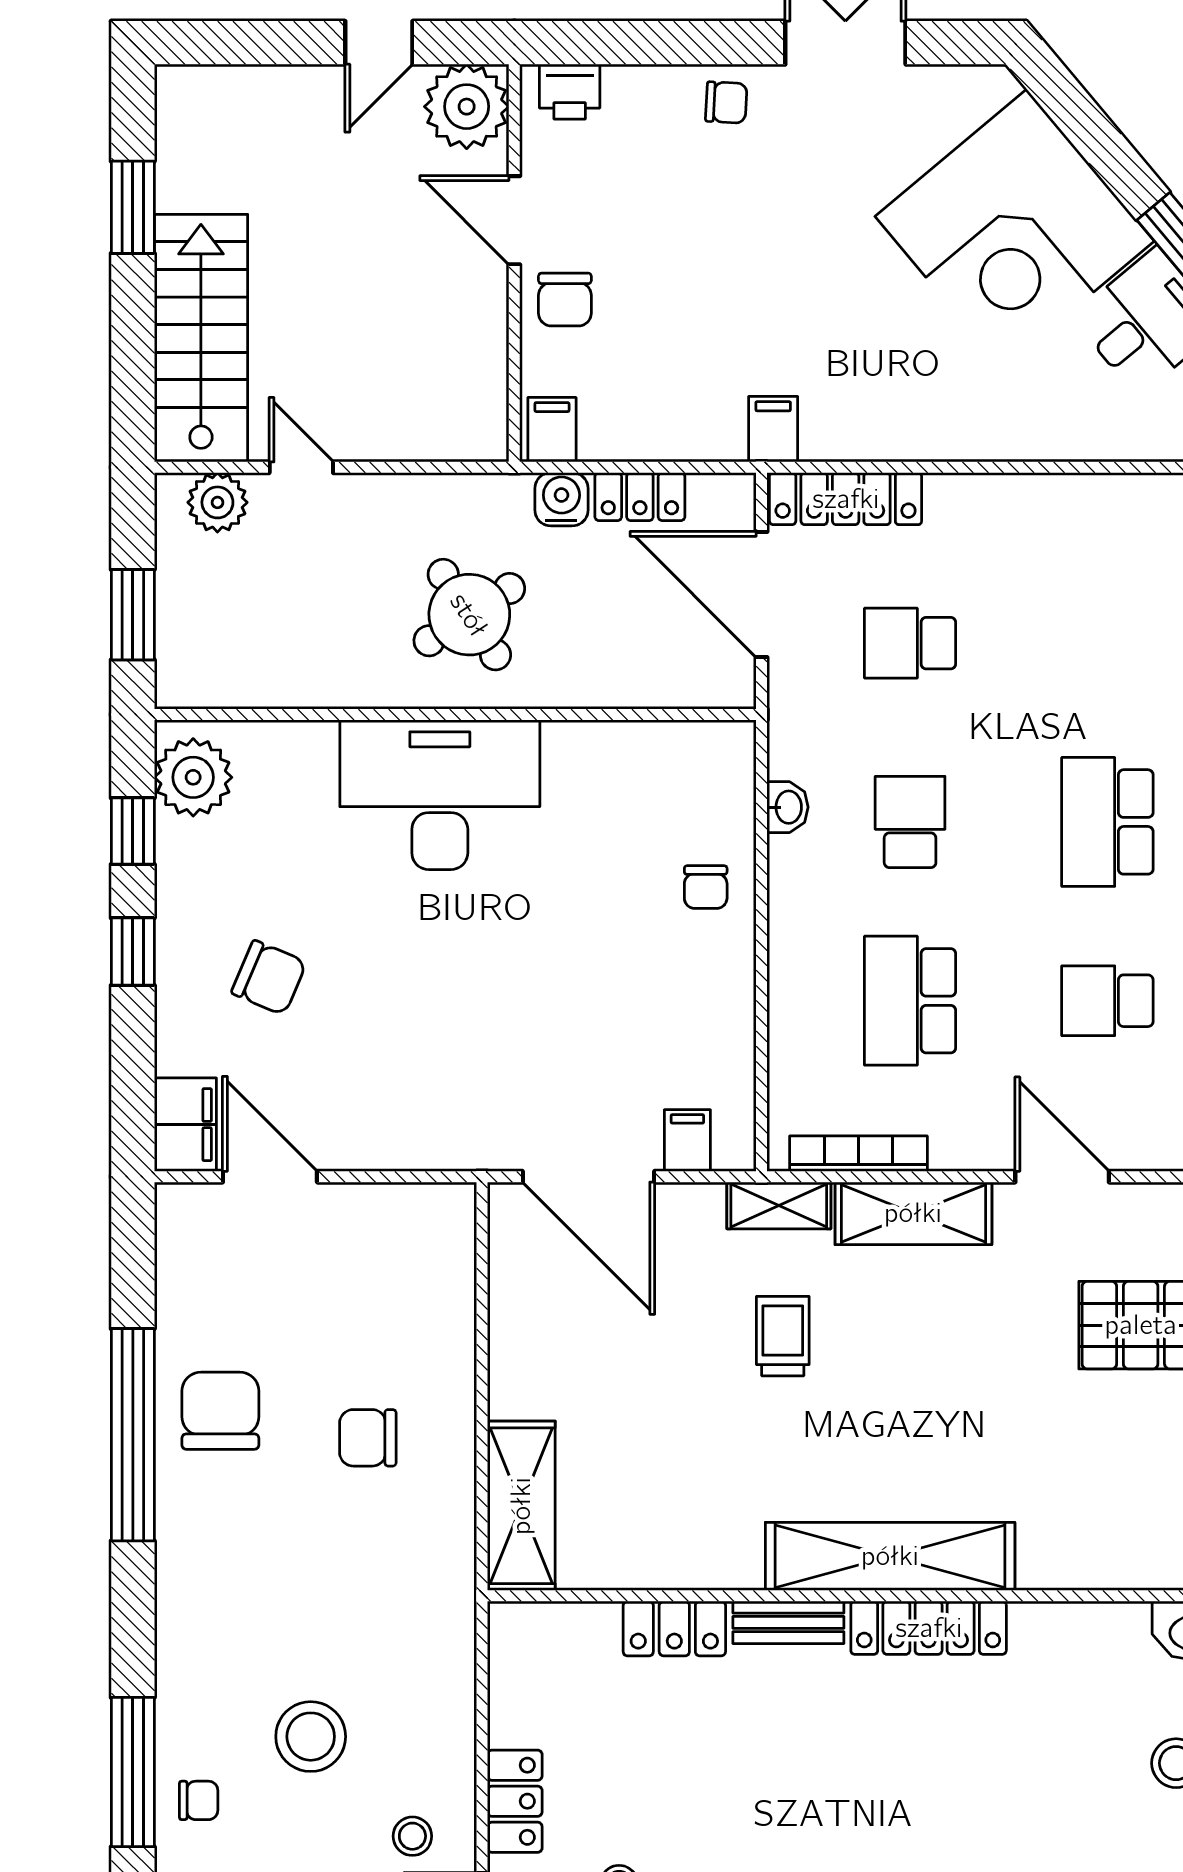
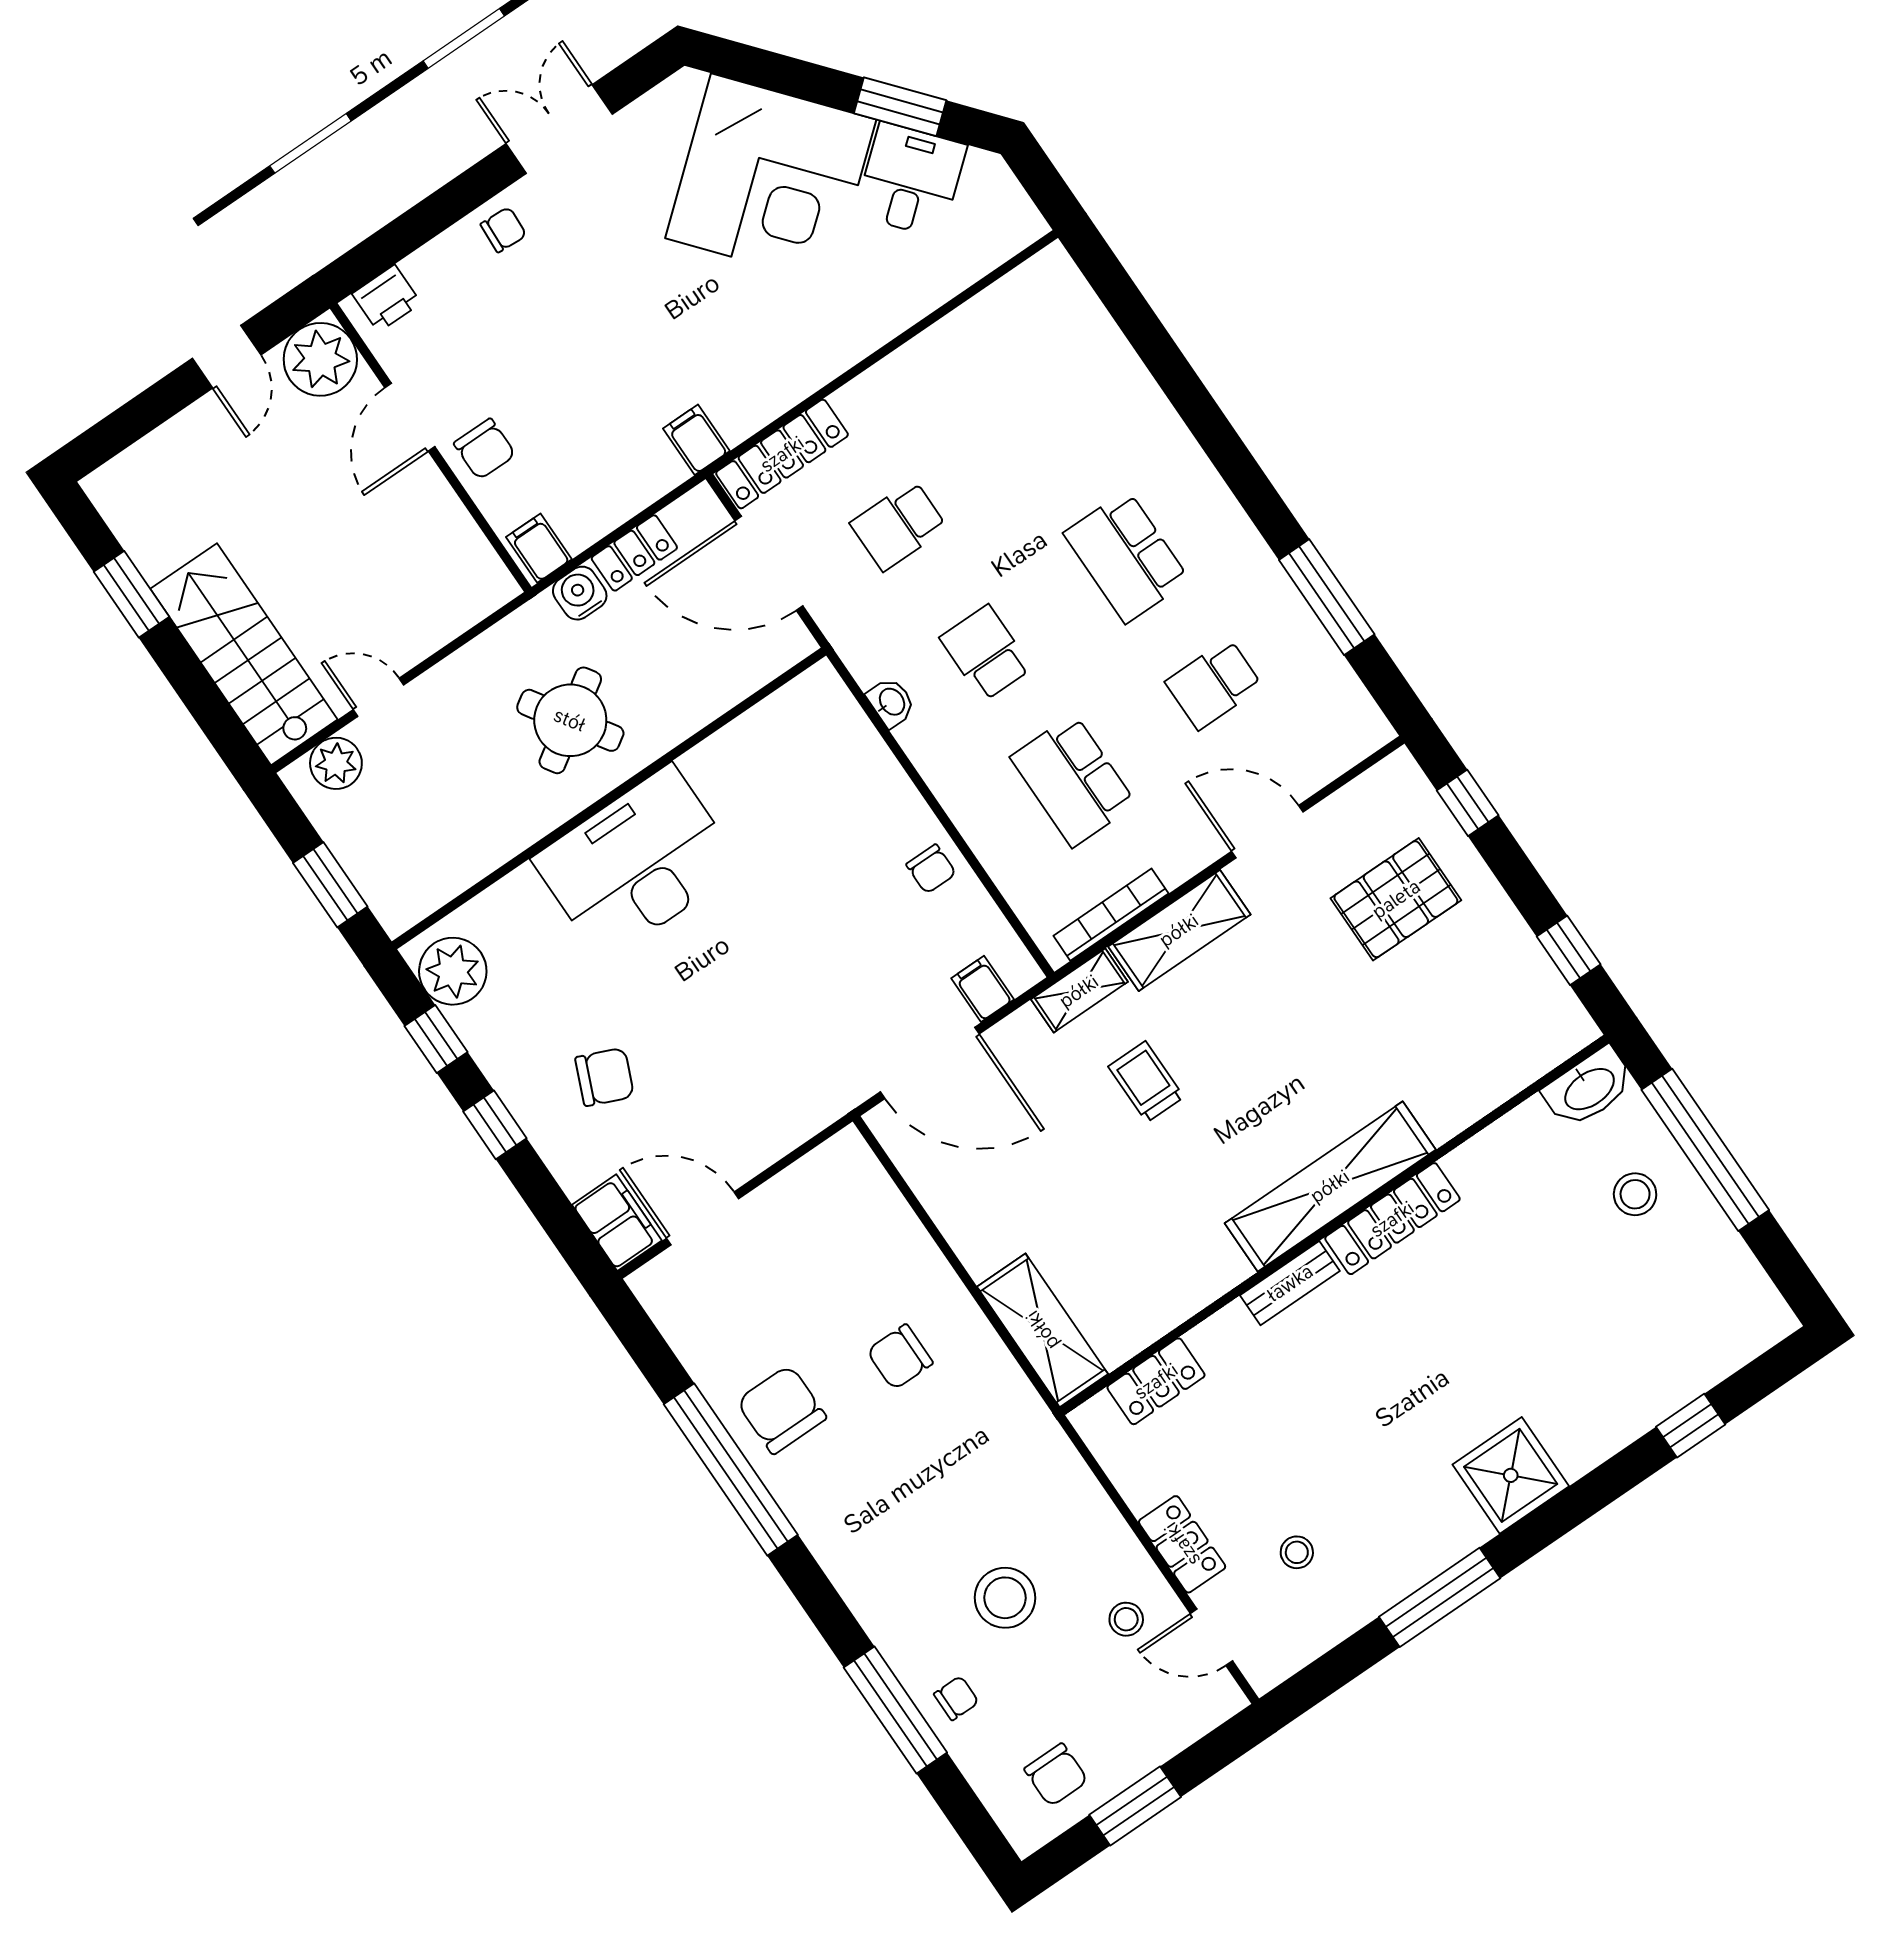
door: (514, 220) -> (410, 417), hinge flipped
chair: (706, 887) -> (931, 869), moved
locker: (674, 1629) -> (1156, 1381), moved

